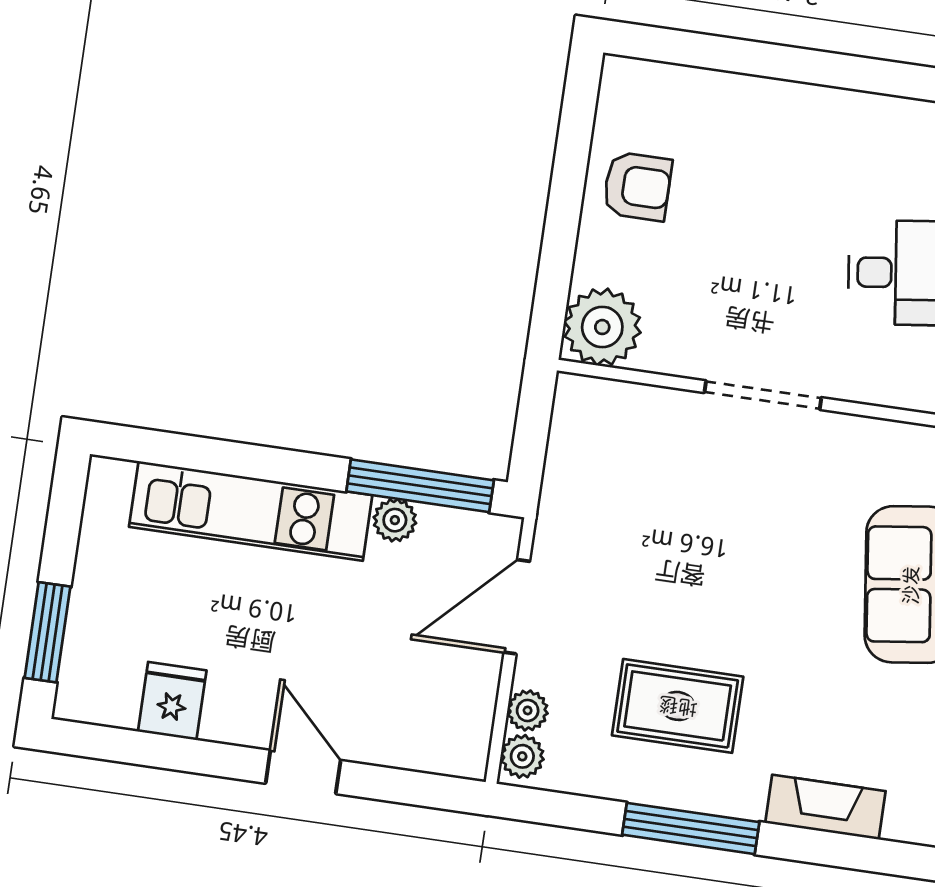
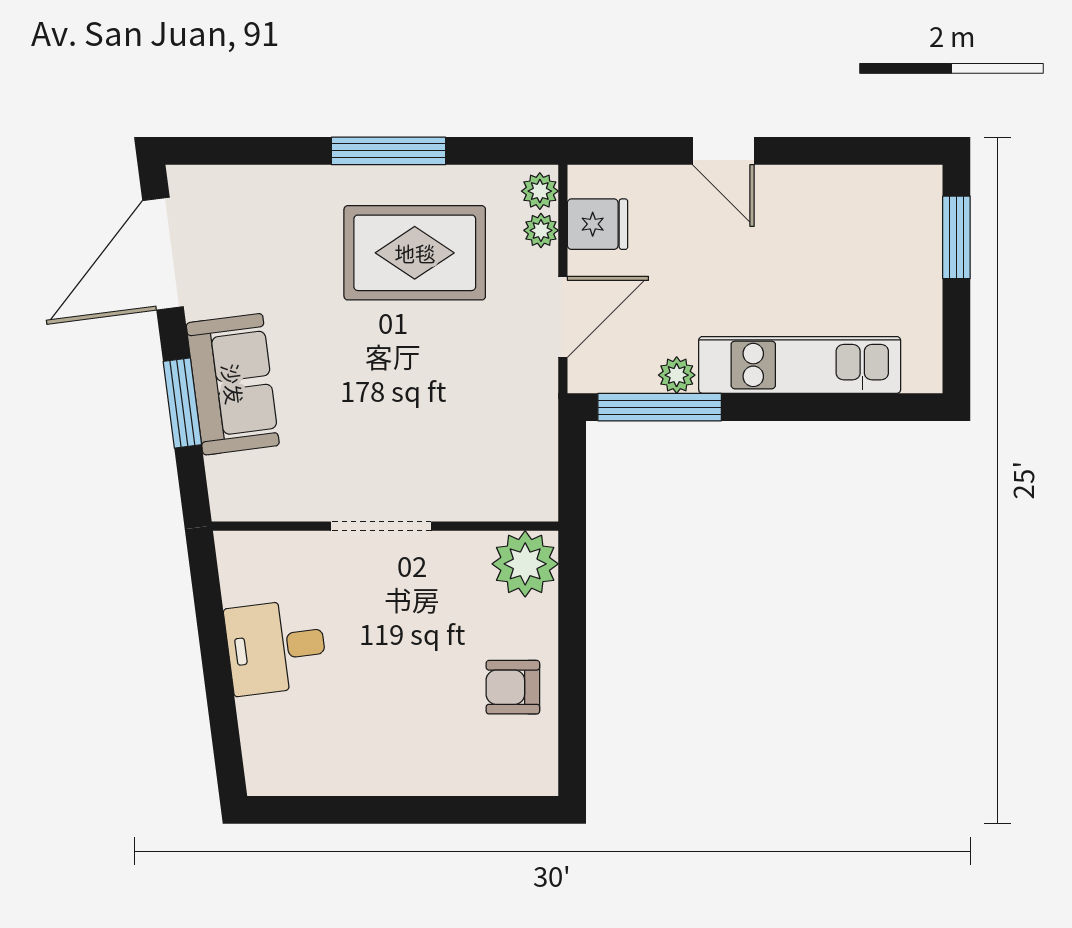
fridge: (172, 701) -> (598, 224), moved, turned -90
rug: (678, 706) -> (415, 253), width x1.36, depth x1.43
fireplace: (825, 807) -> (277, 186), removed

